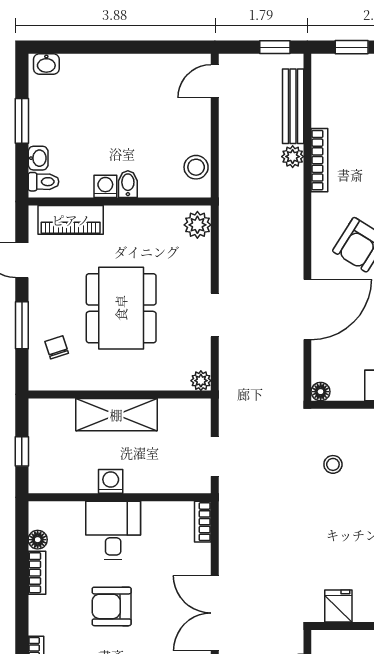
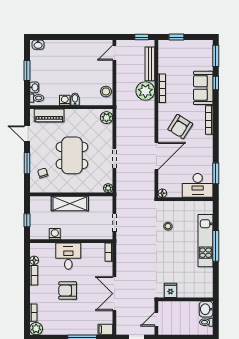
plant: (293, 157) -> (145, 91), width x1.87, depth x1.87
washing machine: (111, 481) -> (55, 234), moved

